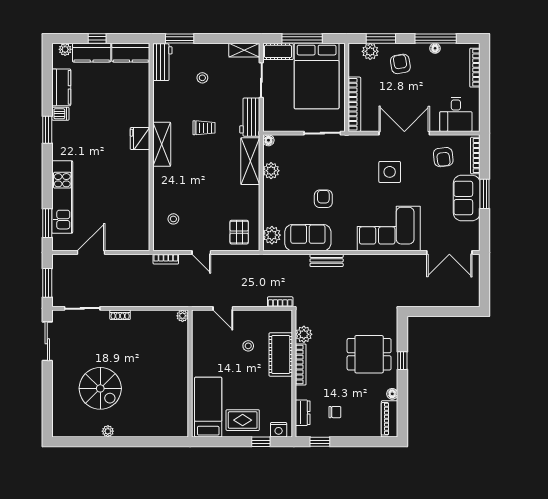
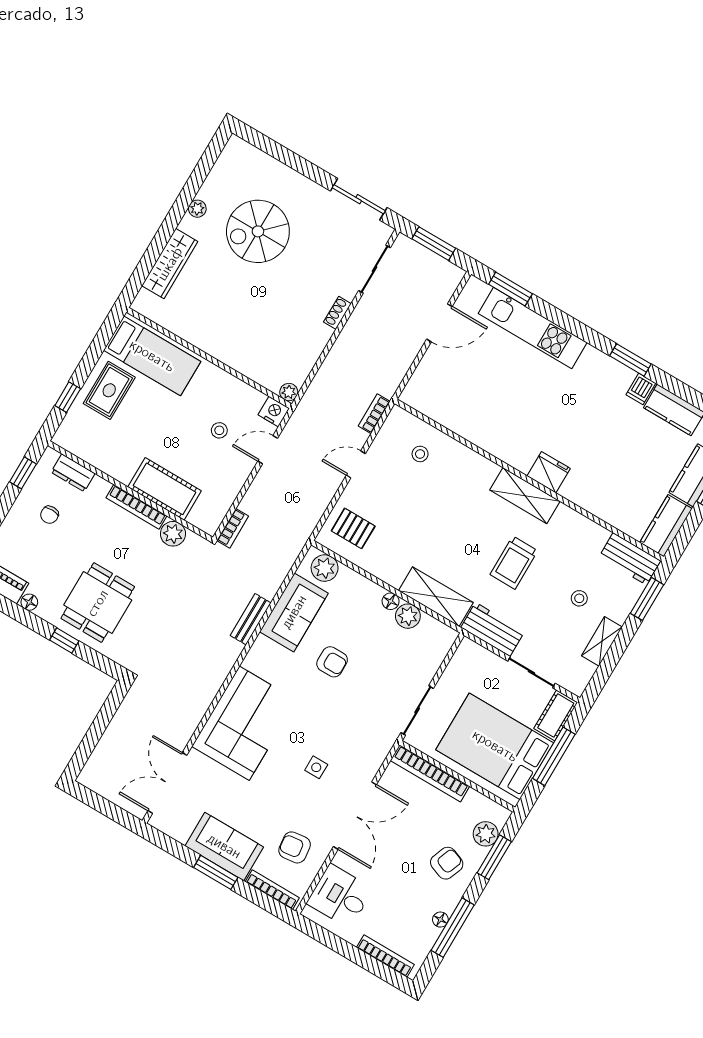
shelving: (244, 50) -> (602, 641), moved
armchair: (400, 64) -> (447, 863), turned -59
trolley: (204, 128) -> (514, 563), width x1.36, depth x1.39
floor lamp: (268, 140) -> (391, 601), moved
side table: (390, 172) -> (316, 767), width x0.54, depth x0.54
door: (91, 252) -> (439, 323), hinge flipped
stool: (248, 346) -> (219, 430), moved
wardrobe: (149, 428) -> (170, 264), added
nightstand: (279, 430) -> (274, 412), moved, turned 90

